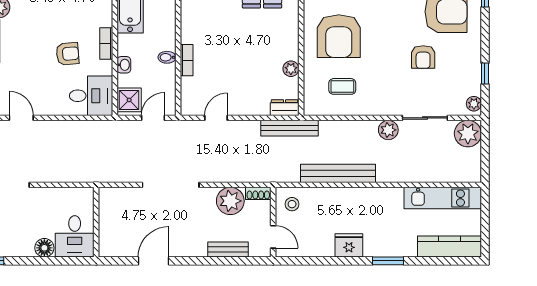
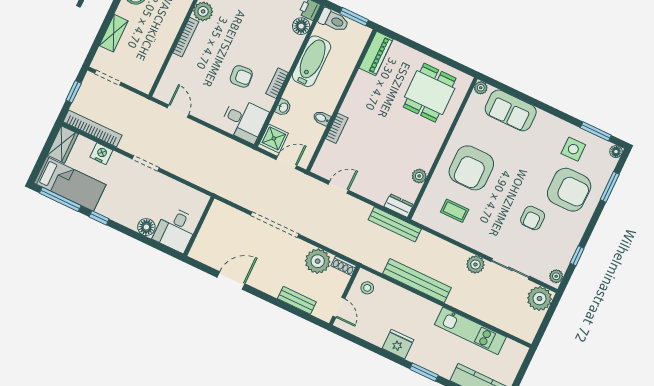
kitchen unit: (443, 198) -> (470, 331), moved

